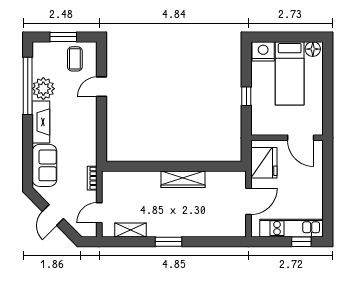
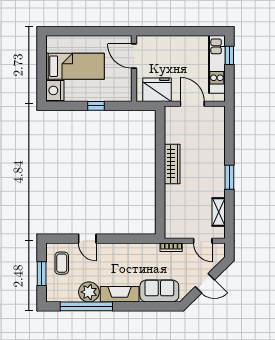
floor lamp: (313, 49) -> (53, 45), removed
coffee table: (75, 59) -> (62, 263), turned 90
door: (301, 138) -> (134, 56), swing flipped

